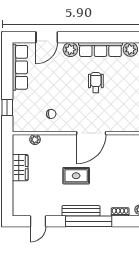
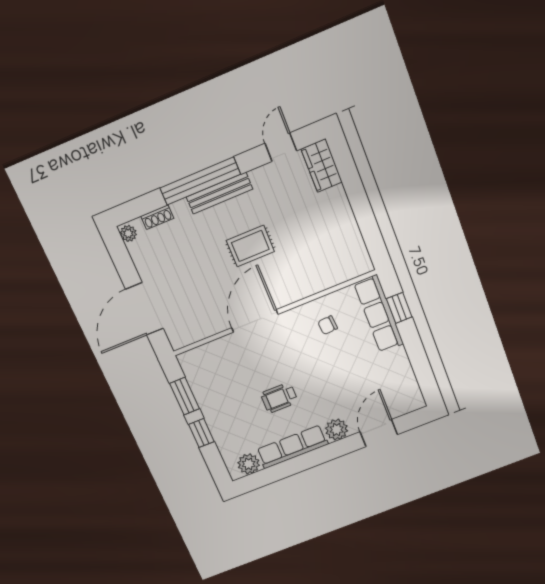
row of seats: (20, 67) -> (379, 314), moved
wheelchair: (96, 83) -> (279, 398), turned 90
plant: (35, 140) -> (337, 276), removed
wardrobe: (20, 168) -> (322, 166), moved

